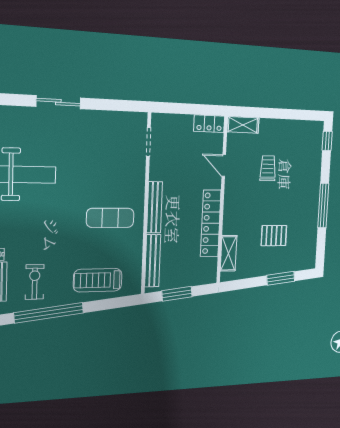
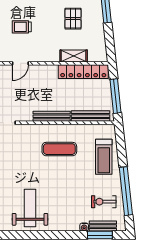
exercise mat: (110, 218) -> (59, 149), turned 90
locker: (211, 223) -> (83, 72), moved
shelving: (229, 253) -> (74, 56), moved
window: (177, 294) -> (115, 96), width x1.44

